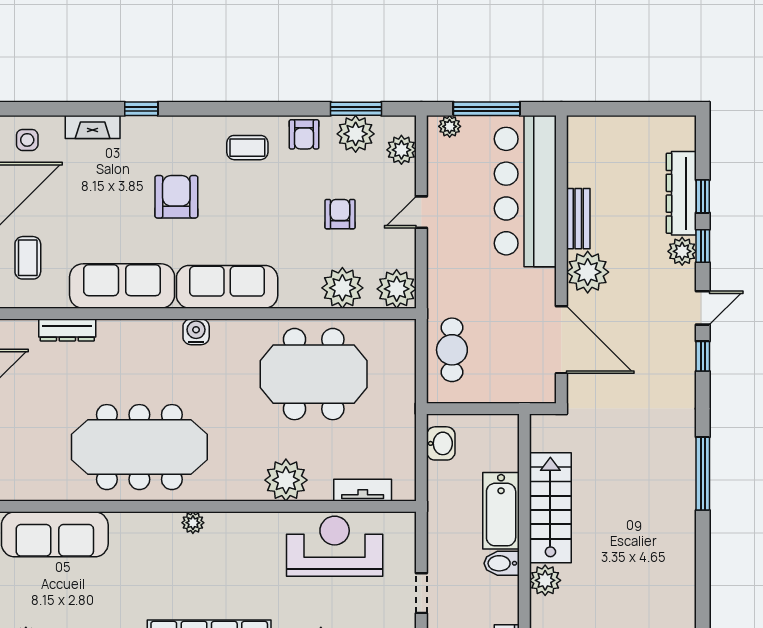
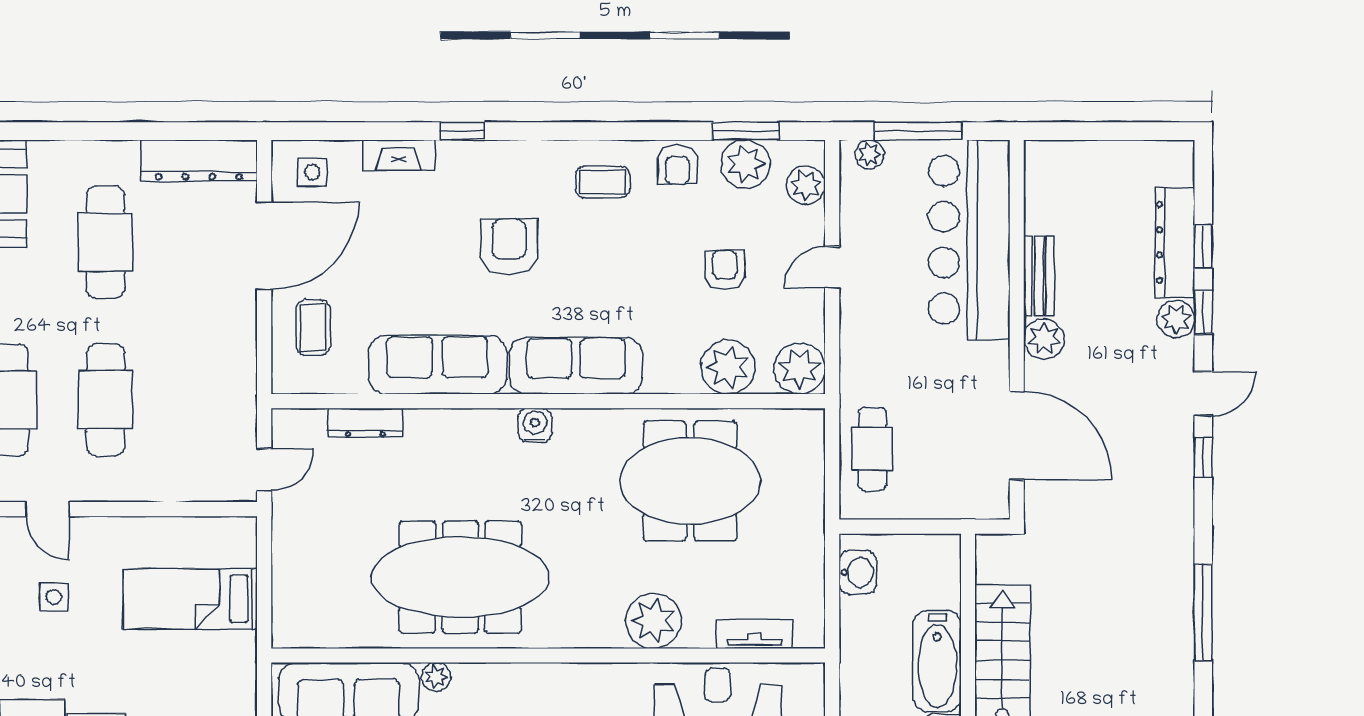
plant: (588, 272) -> (1044, 339), width x0.73, depth x0.73
plant: (193, 523) -> (436, 677), moved

